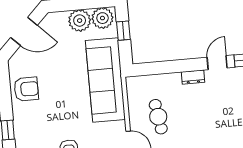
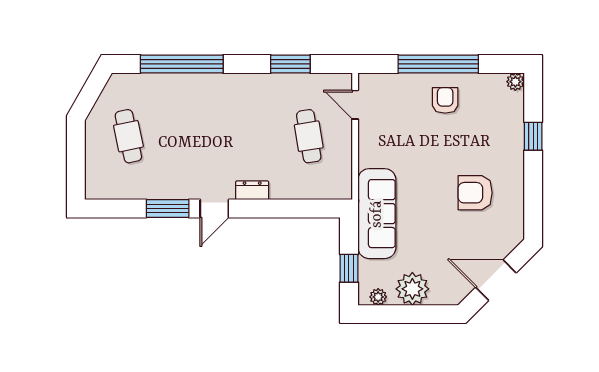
plant: (102, 18) -> (378, 297), width x0.53, depth x0.53
sofa: (105, 80) -> (377, 214), width x0.74, depth x0.79
armchair: (26, 89) -> (475, 193), moved

